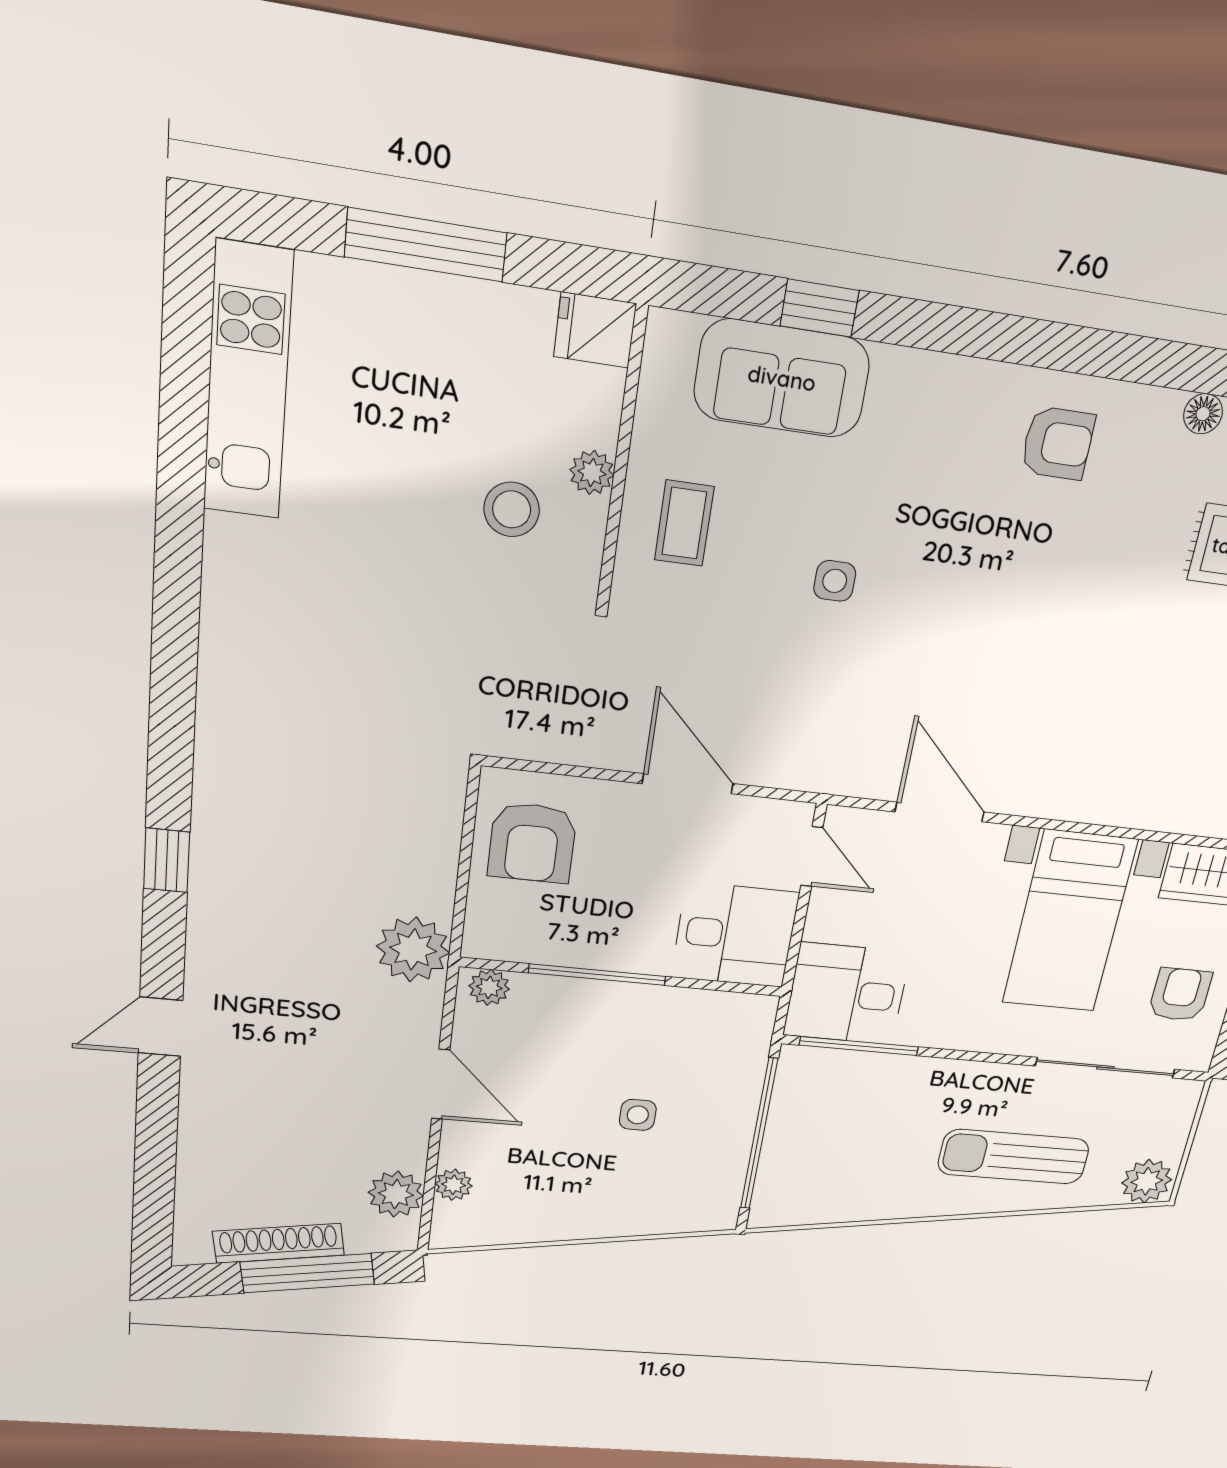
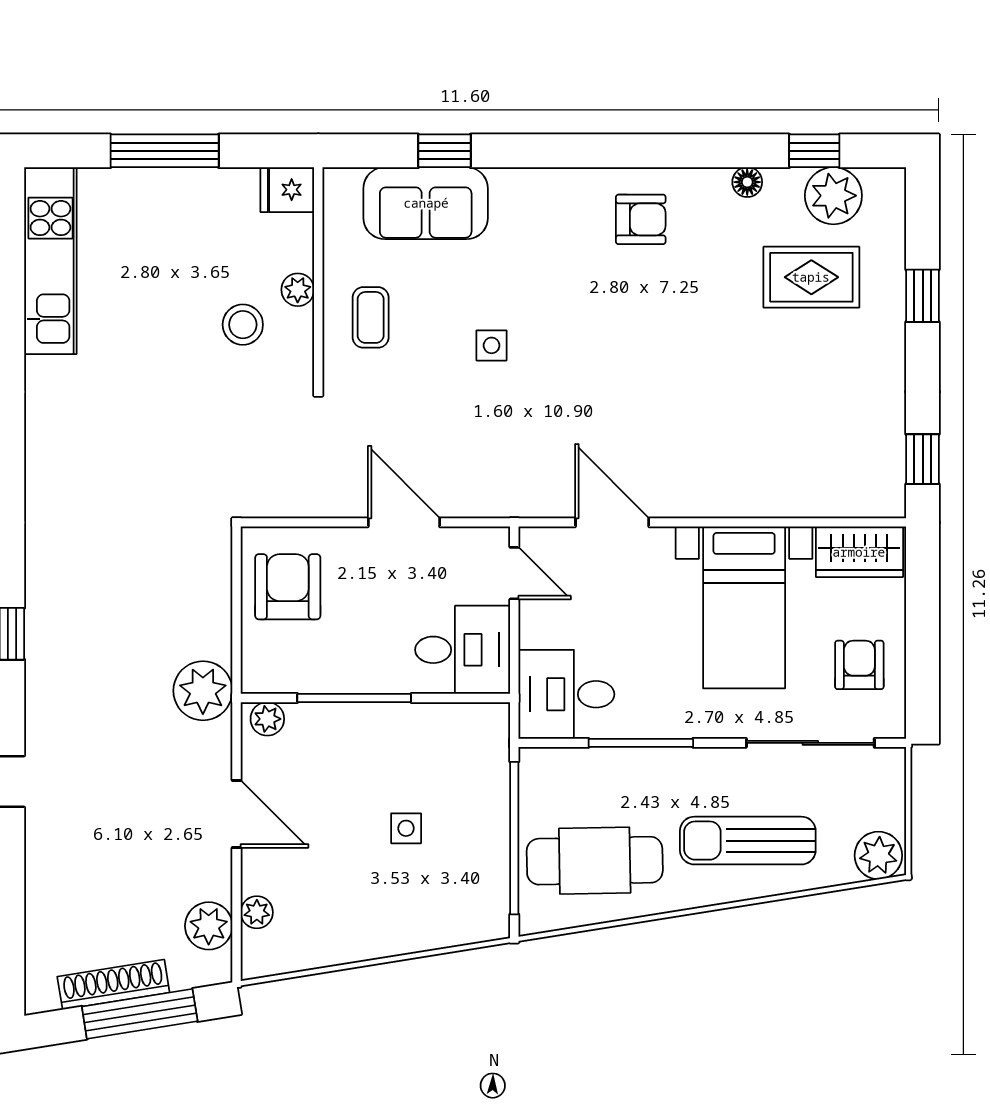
armchair: (532, 843) -> (288, 587), turned 180
window: (859, 1046) -> (641, 743), moved
cafe table: (844, 1163) -> (595, 861), added

